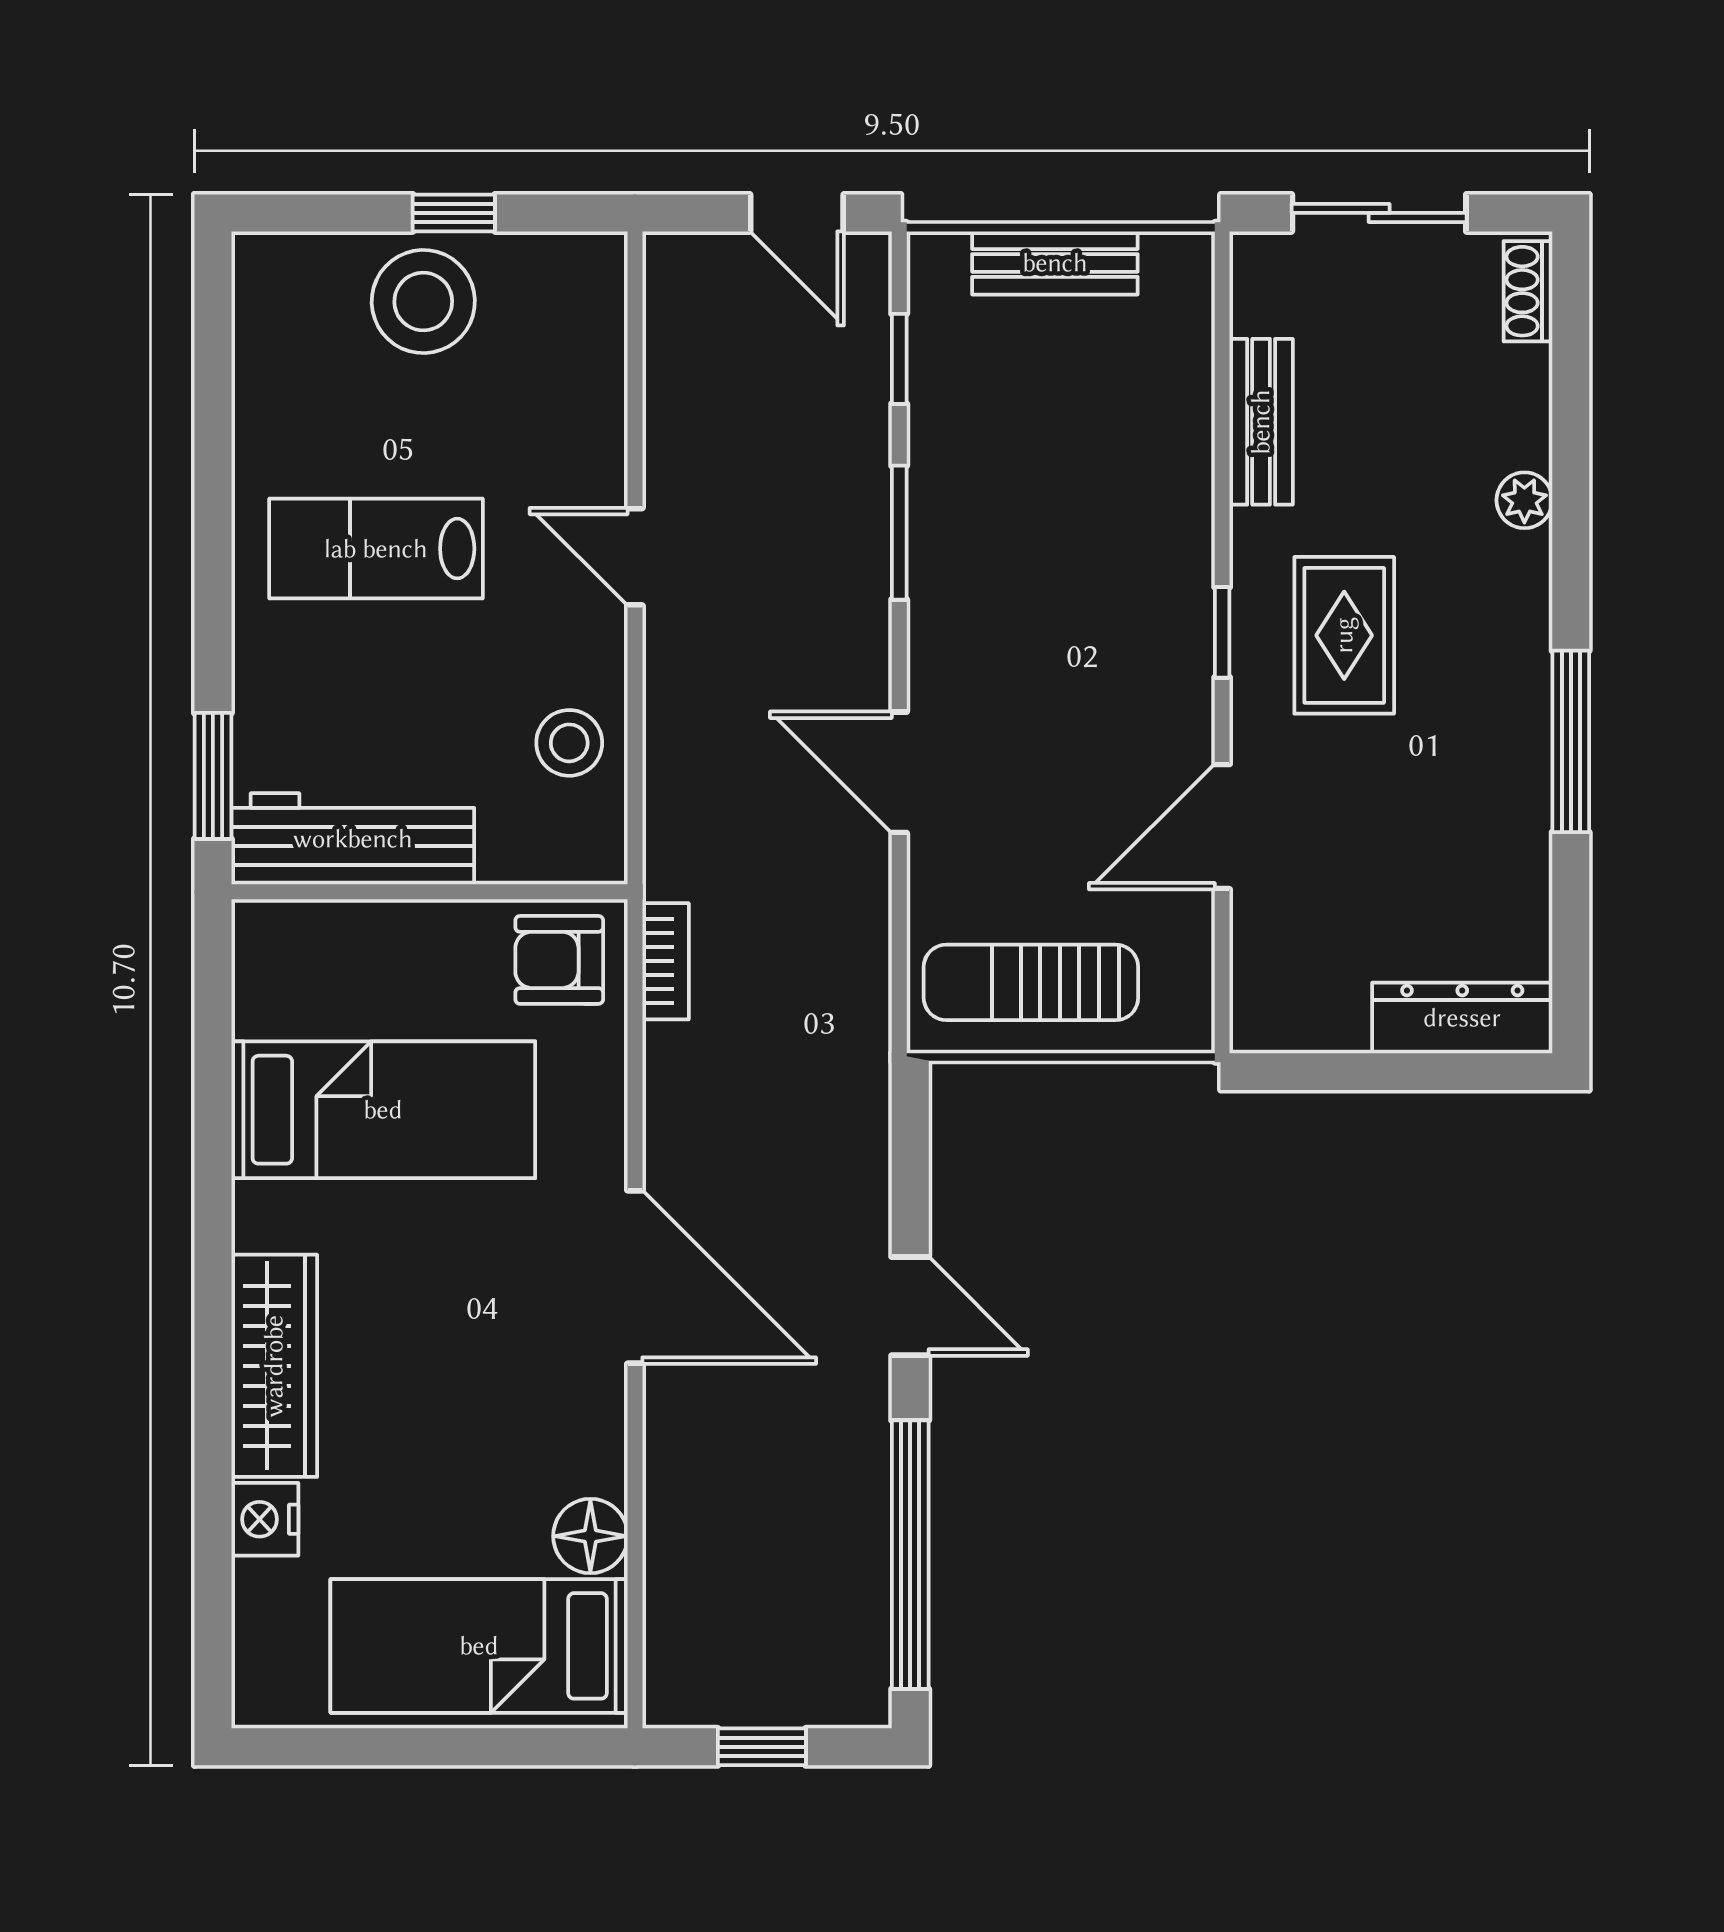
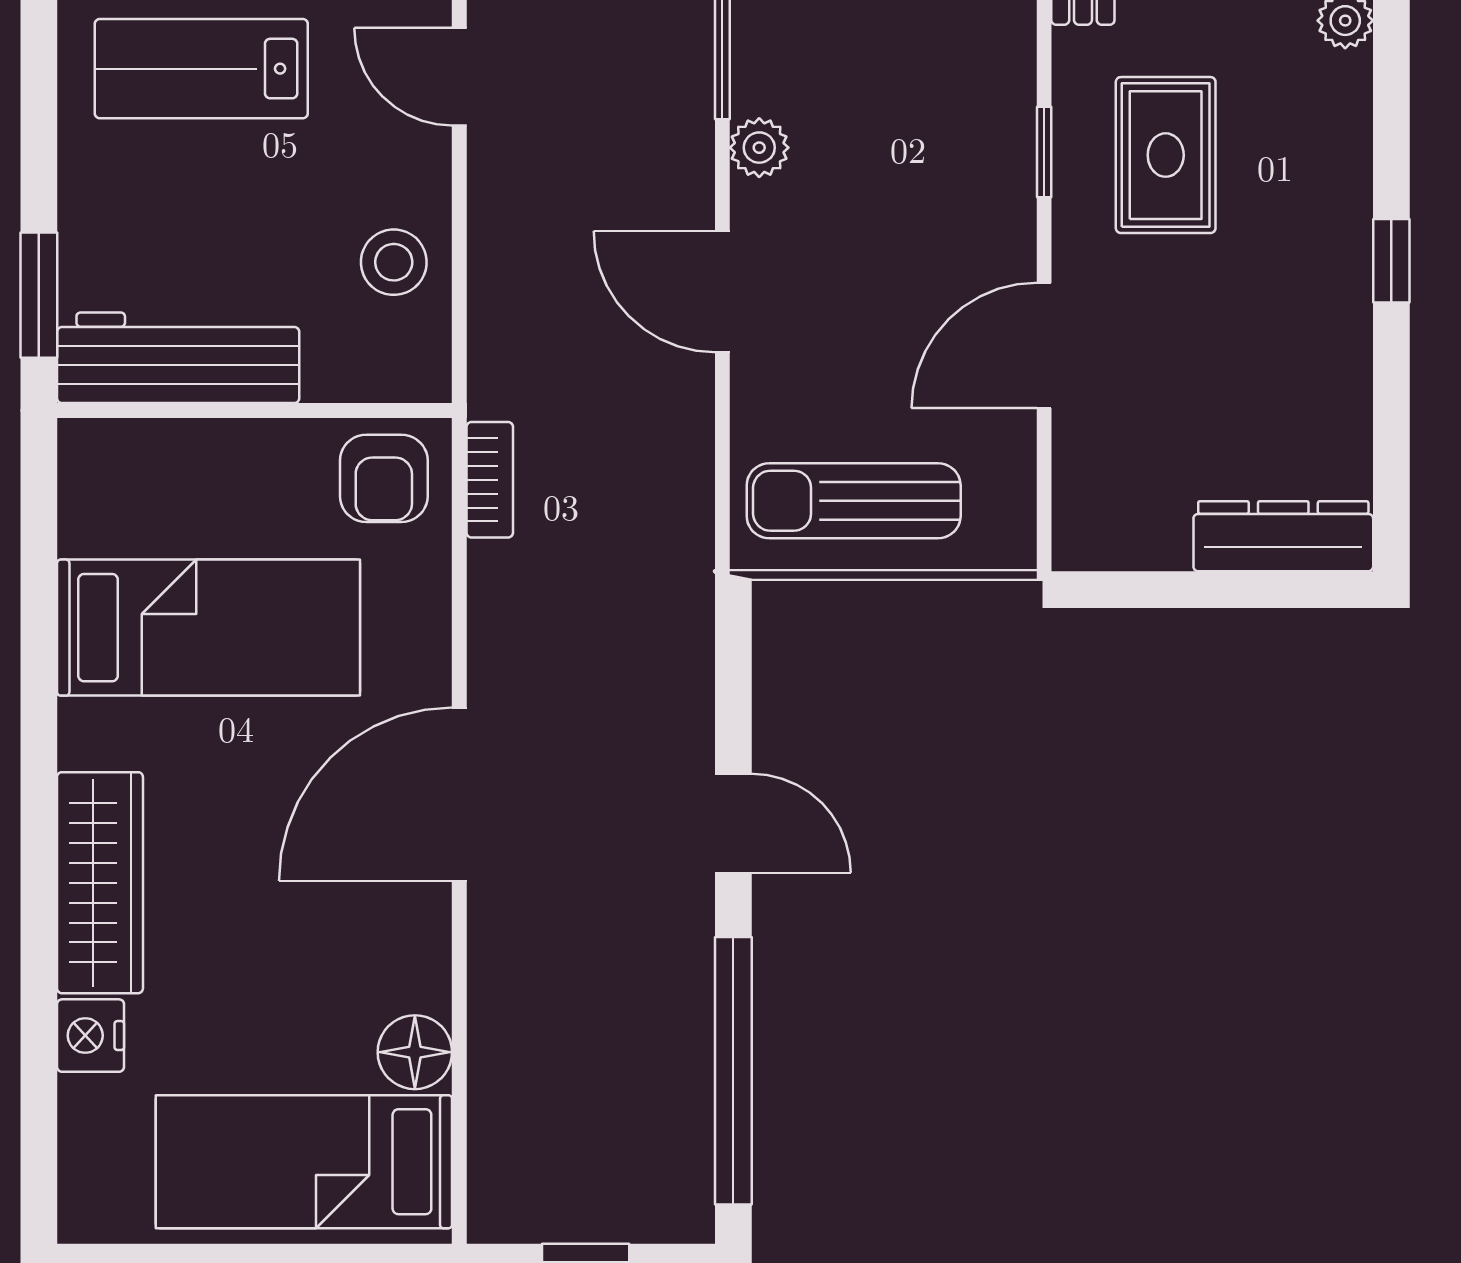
plant: (936, 628) -> (759, 148), added
window: (1571, 741) -> (1391, 261), width x0.46
armchair: (559, 960) -> (384, 478), turned -90
door: (635, 1277) -> (459, 794), swing flipped

